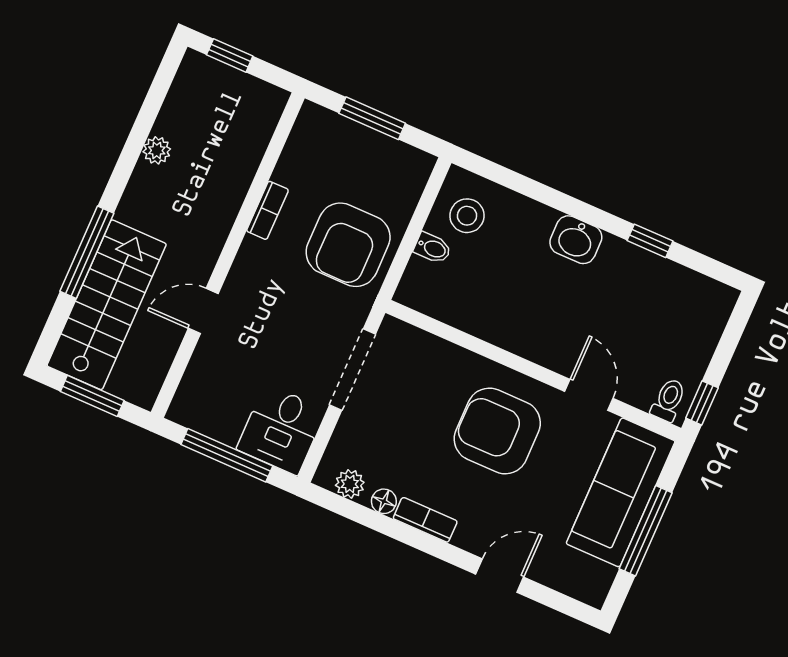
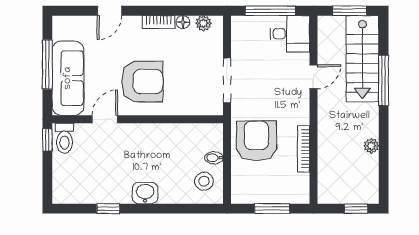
bookcase: (267, 210) -> (304, 149), width x1.56
door: (589, 395) -> (105, 119), swing flipped
toilet: (668, 400) -> (65, 138), width x1.37, depth x1.39
desk: (281, 430) -> (290, 34), moved, turned 90

